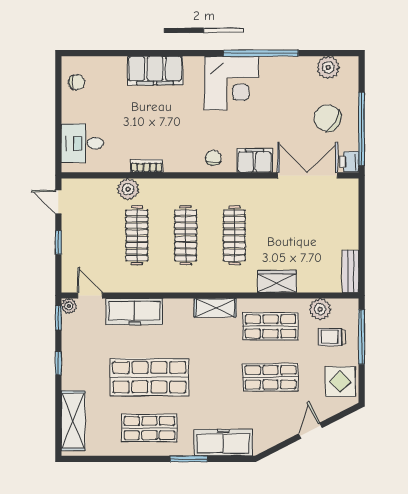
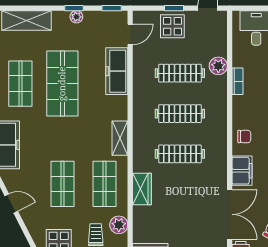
display table: (80, 244) -> (172, 26), added
plant: (69, 306) -> (76, 17), moved
door: (310, 431) -> (11, 203), moved

